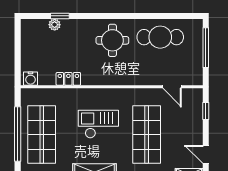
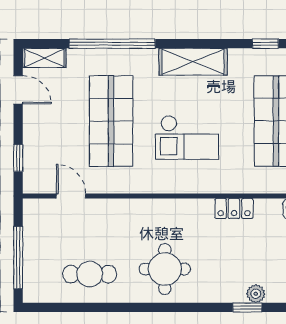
cafe table: (160, 37) -> (90, 274), width x0.73, depth x0.74

